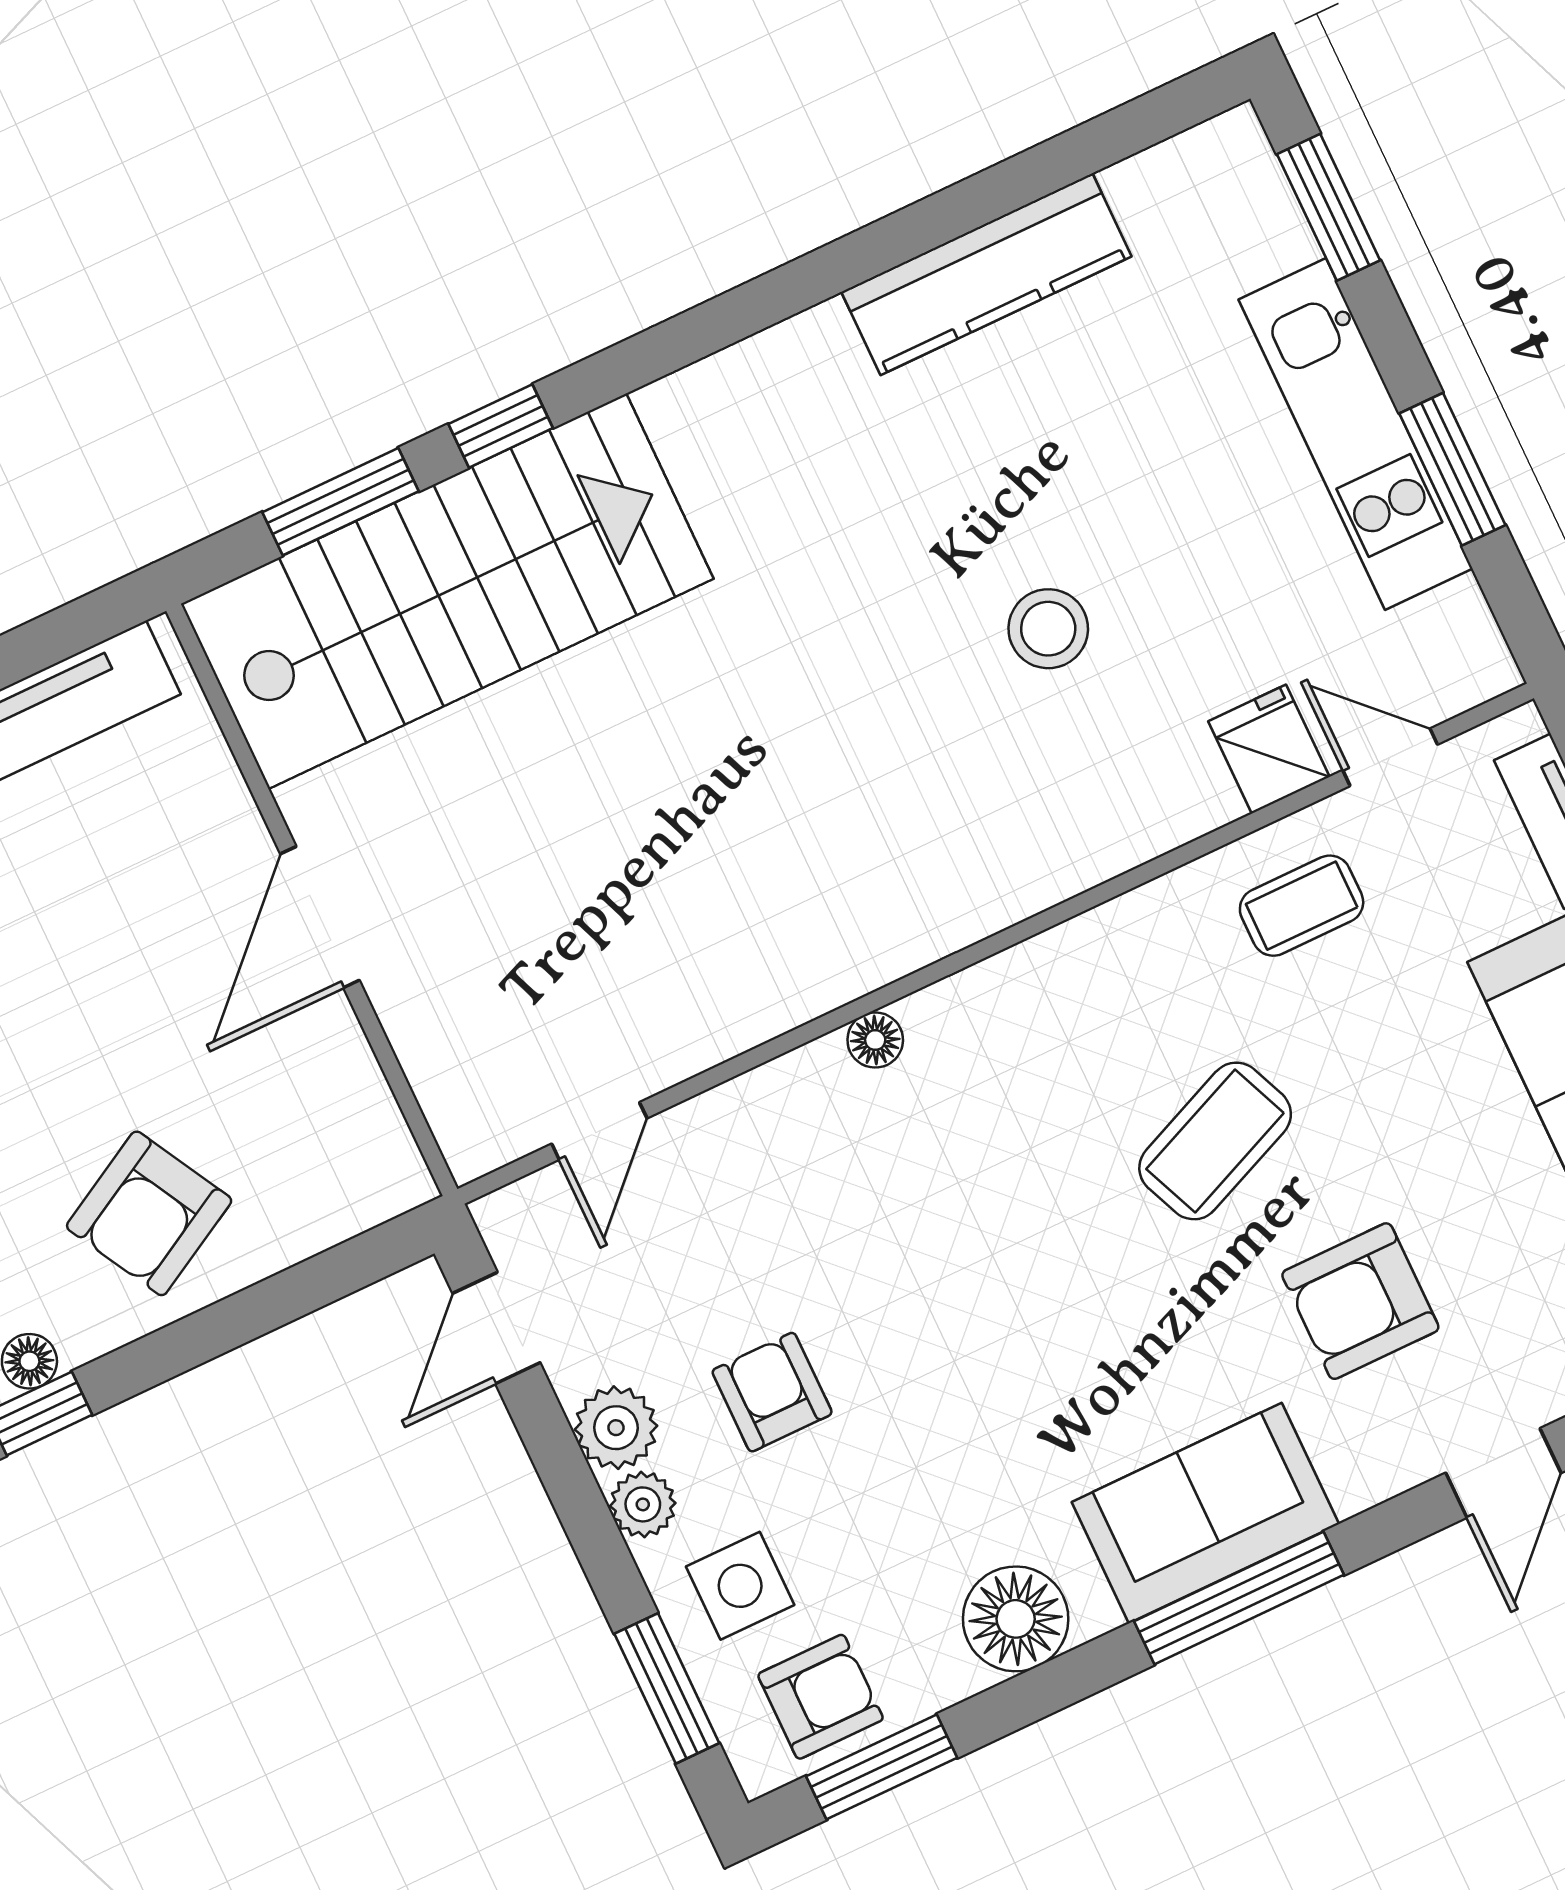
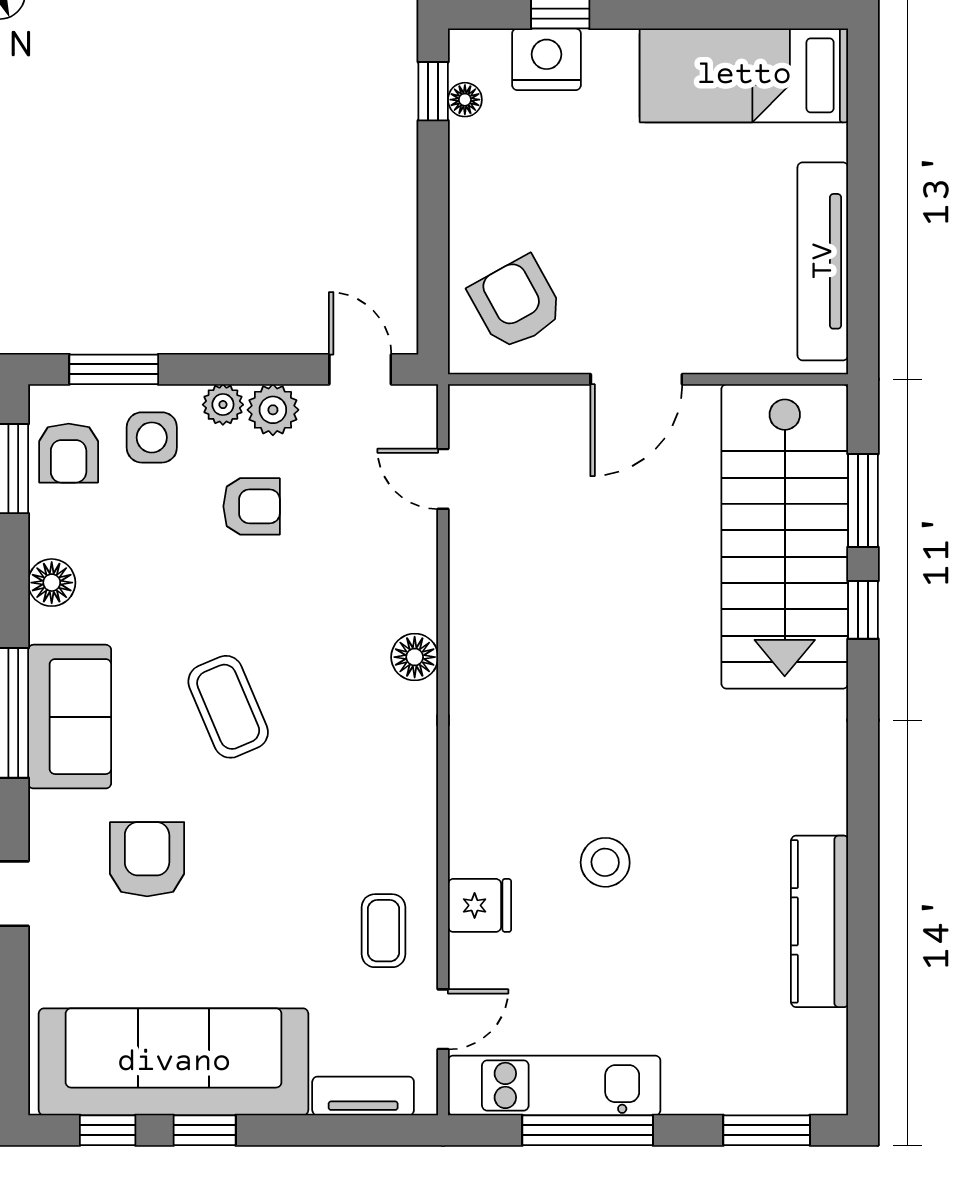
kitchen unit: (1356, 434) -> (554, 1085), moved
window: (1452, 469) -> (588, 1130), width x1.44
fridge: (1269, 749) -> (480, 905), moved
door: (320, 917) -> (636, 379), swing flipped
floor lamp: (875, 1040) -> (415, 657), width x1.37, depth x1.37
coffee table: (1215, 1141) -> (228, 707), moved
armchair: (149, 1213) -> (516, 303), moved
floor lamp: (1016, 1619) -> (52, 583), width x0.73, depth x0.73

